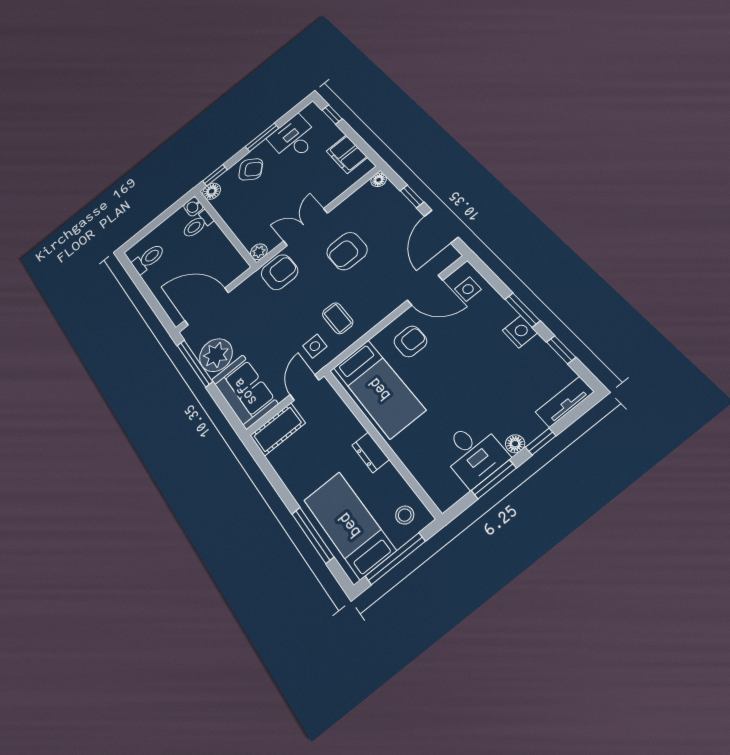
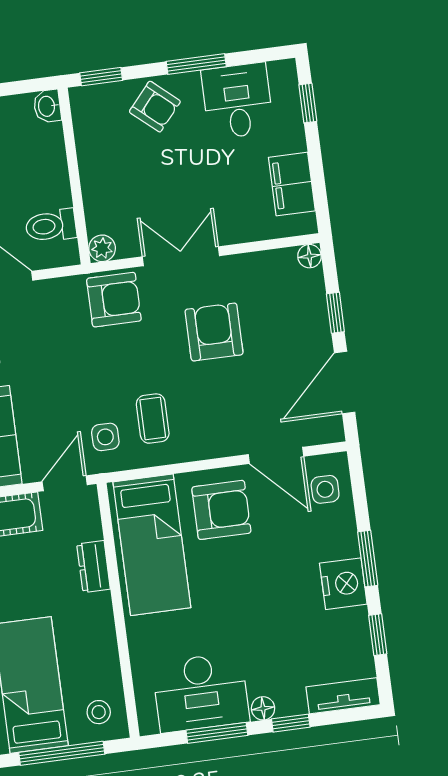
floor lamp: (212, 191) -> (84, 100), removed
toilet: (197, 224) -> (51, 226), moved
armchair: (347, 251) -> (214, 332), turned 90
nightstand: (520, 332) -> (343, 584), width x1.36, depth x1.33
armchair: (410, 341) -> (221, 510), width x1.38, depth x1.38
dresser: (371, 452) -> (94, 566), moved
desk: (474, 453) -> (201, 692), width x1.37

